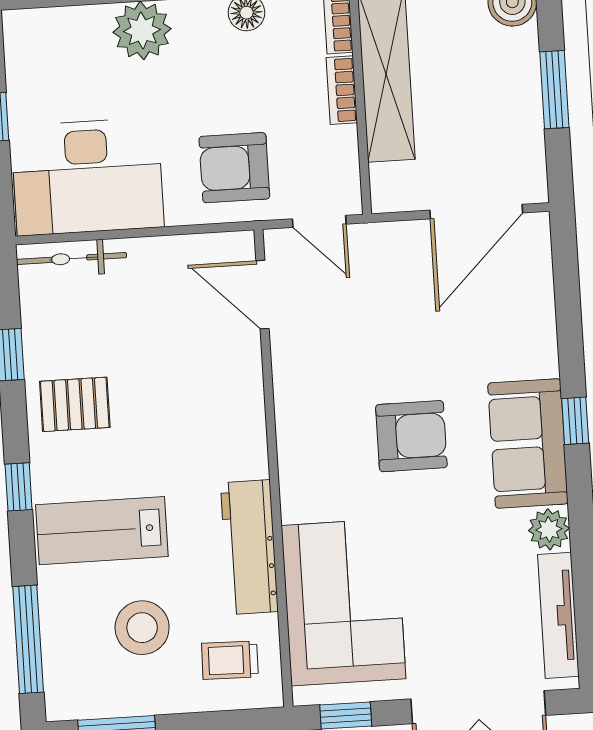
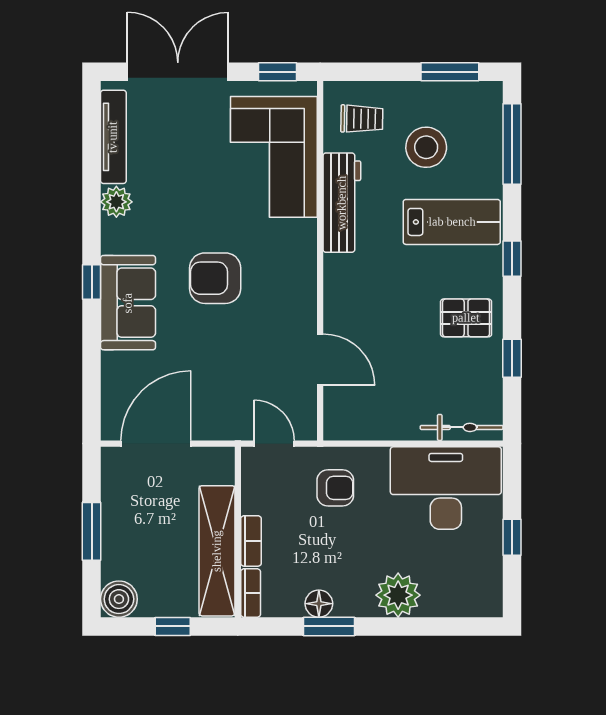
armchair: (234, 168) -> (335, 488), width x0.72, depth x0.72
door: (262, 295) -> (320, 360), moved
sofa: (528, 443) -> (128, 303), moved

